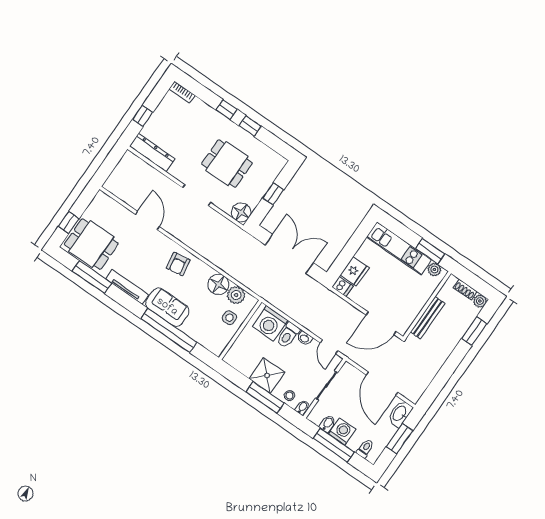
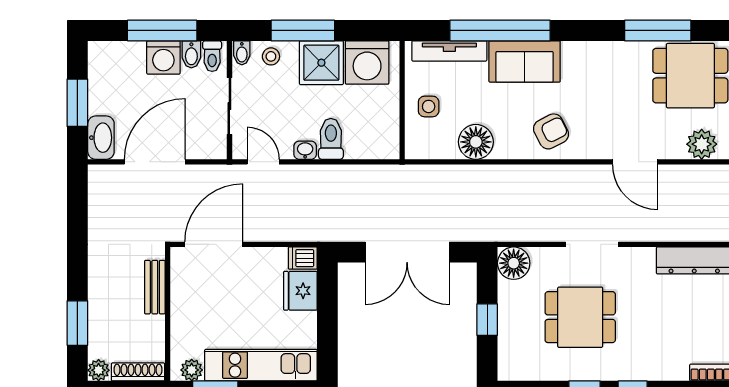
armchair: (178, 264) -> (551, 131), turned 72
tv unit: (127, 287) -> (449, 51), moved
shoe rack: (465, 289) -> (138, 372), width x1.43
plant: (236, 295) -> (702, 144), moved
bench: (428, 318) -> (155, 287), width x0.73
washing machine: (270, 323) -> (367, 62), moved, turned 180
door: (382, 384) -> (155, 162), hinge flipped
toilet: (365, 448) -> (212, 56), moved

